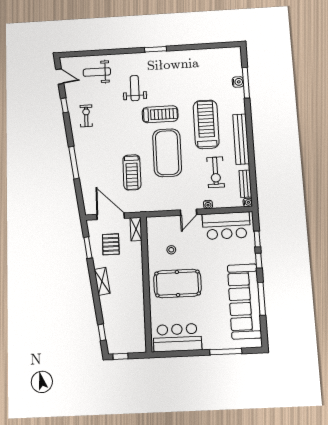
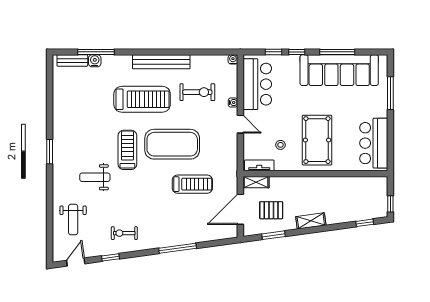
treadmill: (206, 124) -> (142, 99), turned 180
bench: (245, 184) -> (72, 60), moved
tv unit: (151, 231) -> (259, 165), added

